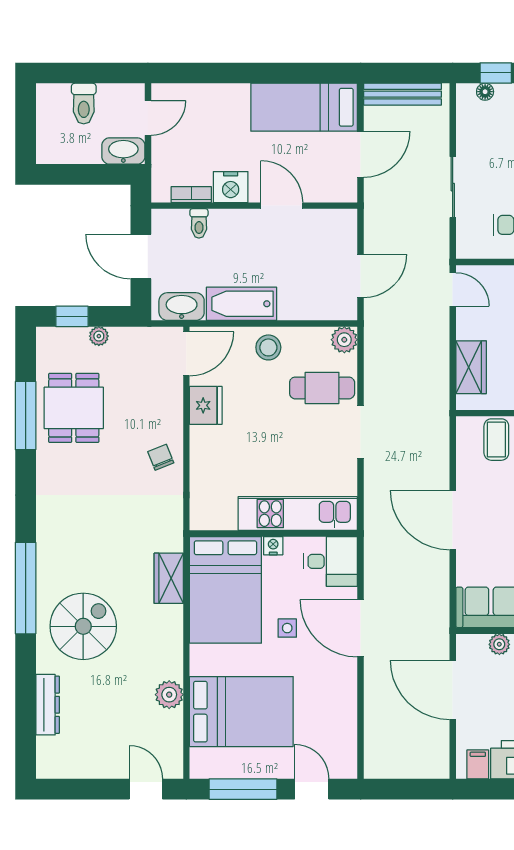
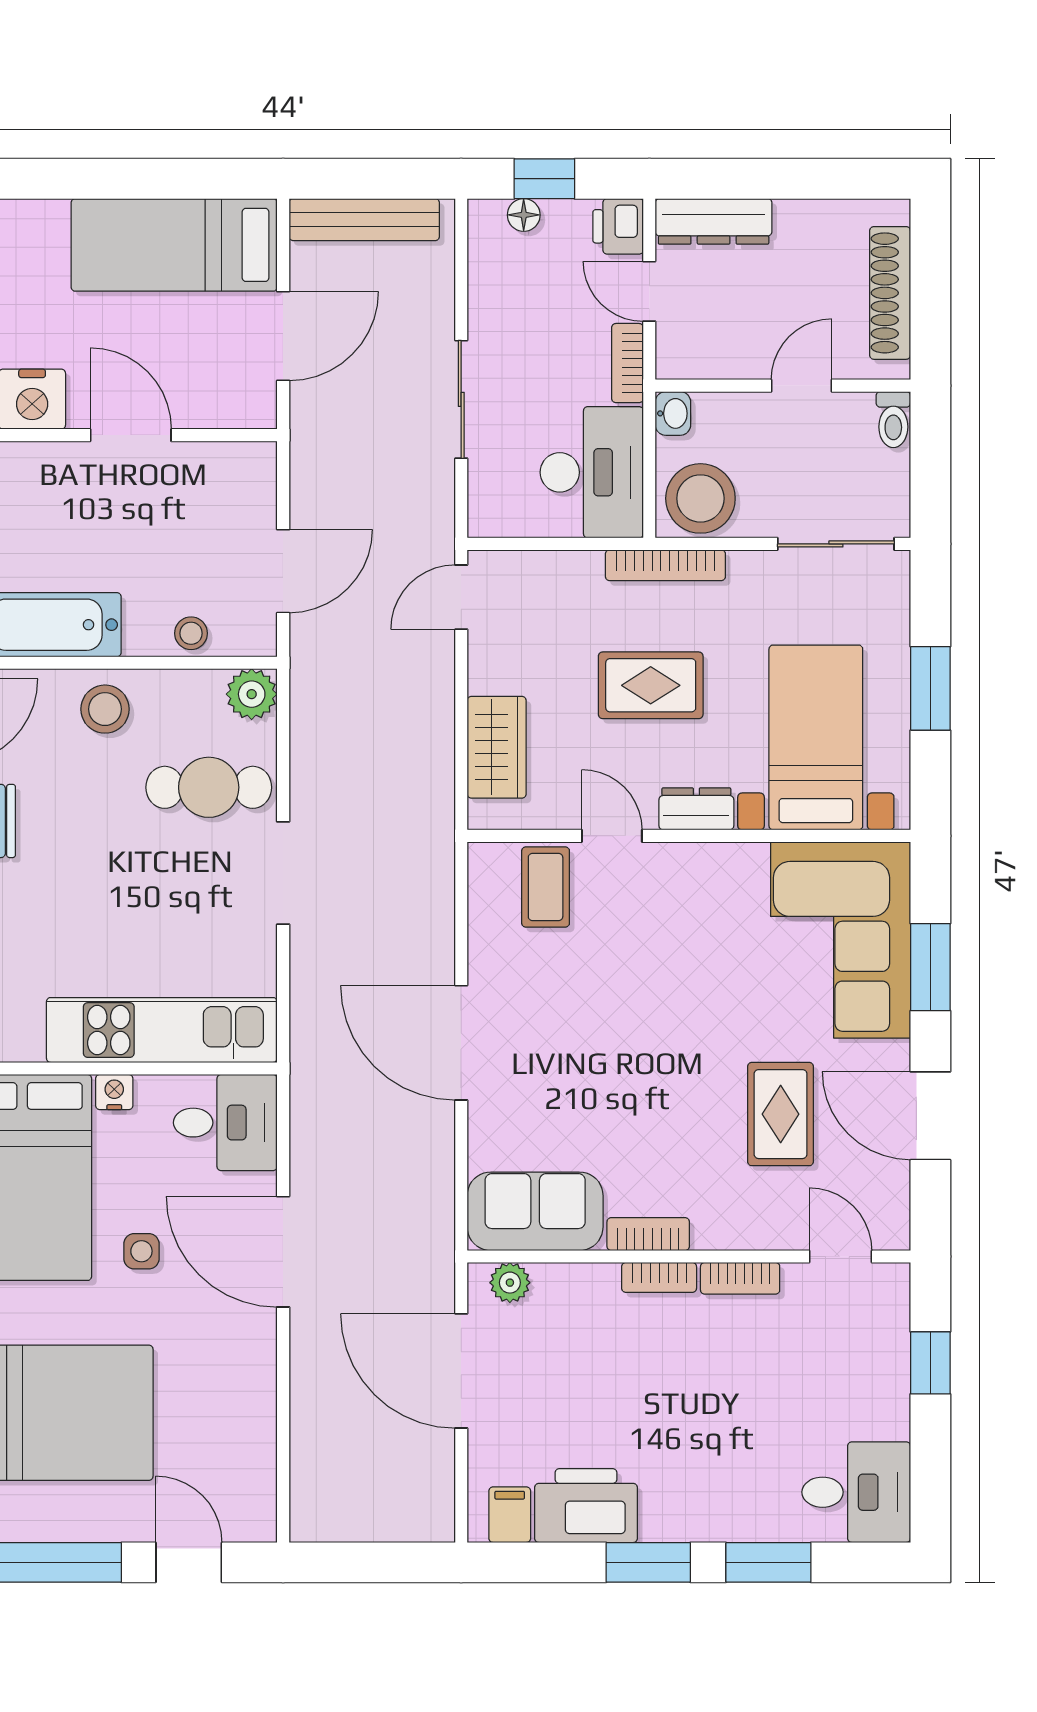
door: (453, 289) -> (461, 597), swing flipped
stool: (313, 308) -> (191, 633), added
plant: (499, 644) -> (510, 1283), moved

